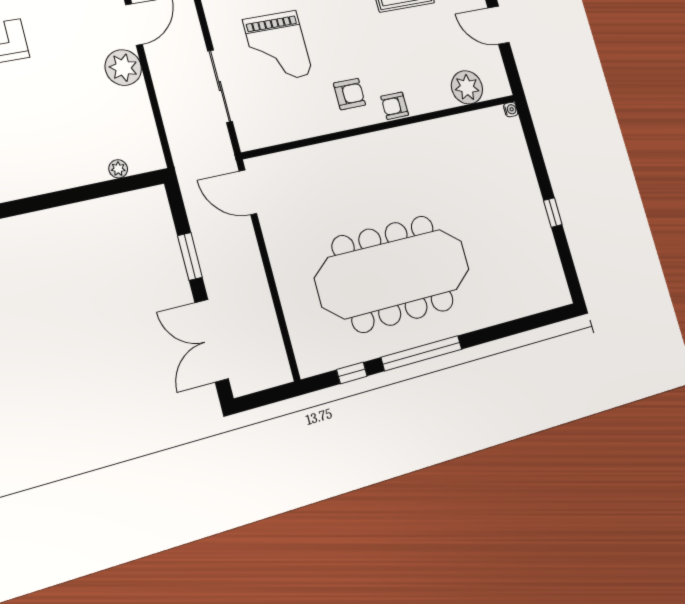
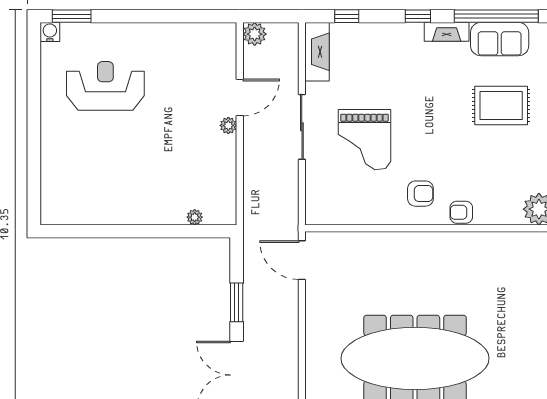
plant: (123, 68) -> (228, 125), width x0.53, depth x0.53
sliding door: (220, 86) -> (302, 127), moved

